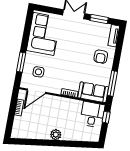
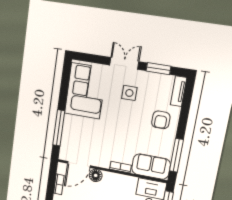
window: (21, 62) -> (59, 128), width x1.44
side table: (38, 72) -> (129, 93), moved
floor lamp: (50, 100) -> (96, 175), added

